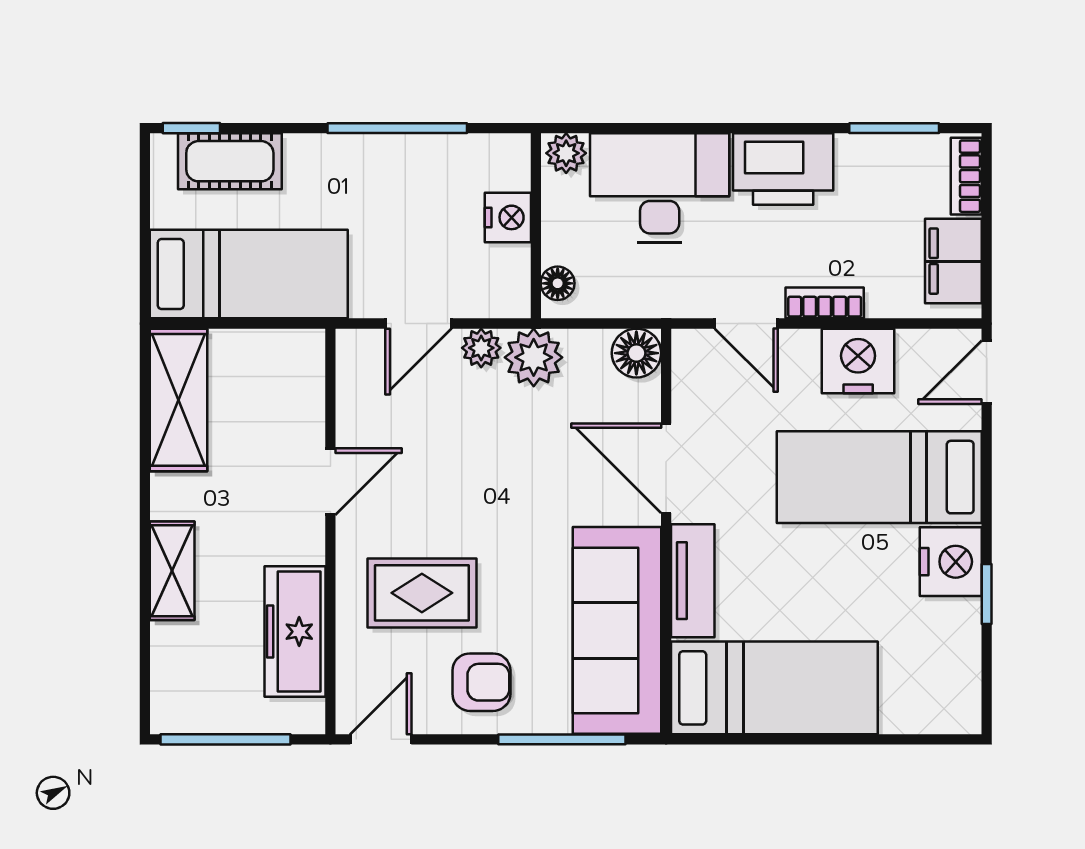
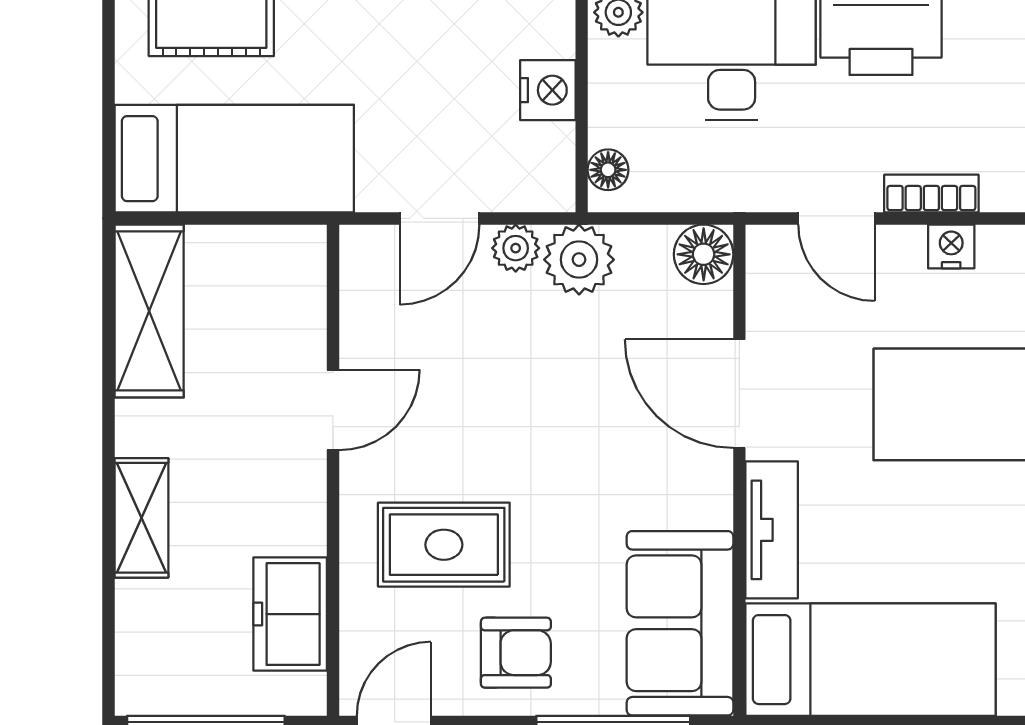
nightstand: (858, 361) -> (951, 246), width x0.53, depth x0.56
sofa: (617, 630) -> (680, 623), width x0.73
freezer: (295, 632) -> (290, 614), width x0.71

